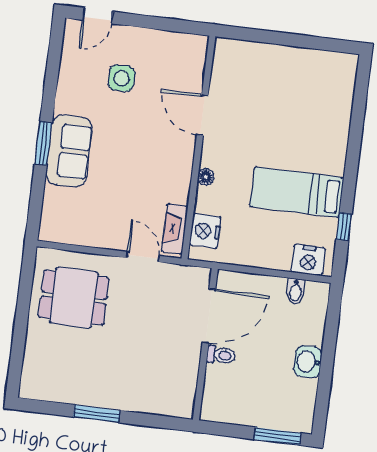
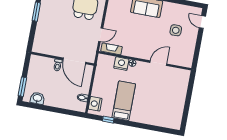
nightstand: (205, 231) -> (121, 64), moved
washbasin: (308, 362) -> (37, 98), moved

